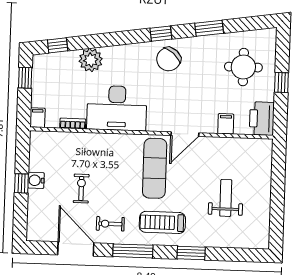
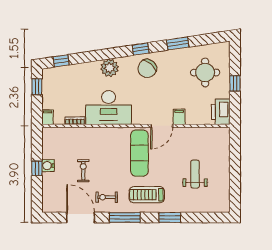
plant: (91, 60) -> (110, 68), moved
filing cabinet: (226, 124) -> (179, 117), moved

